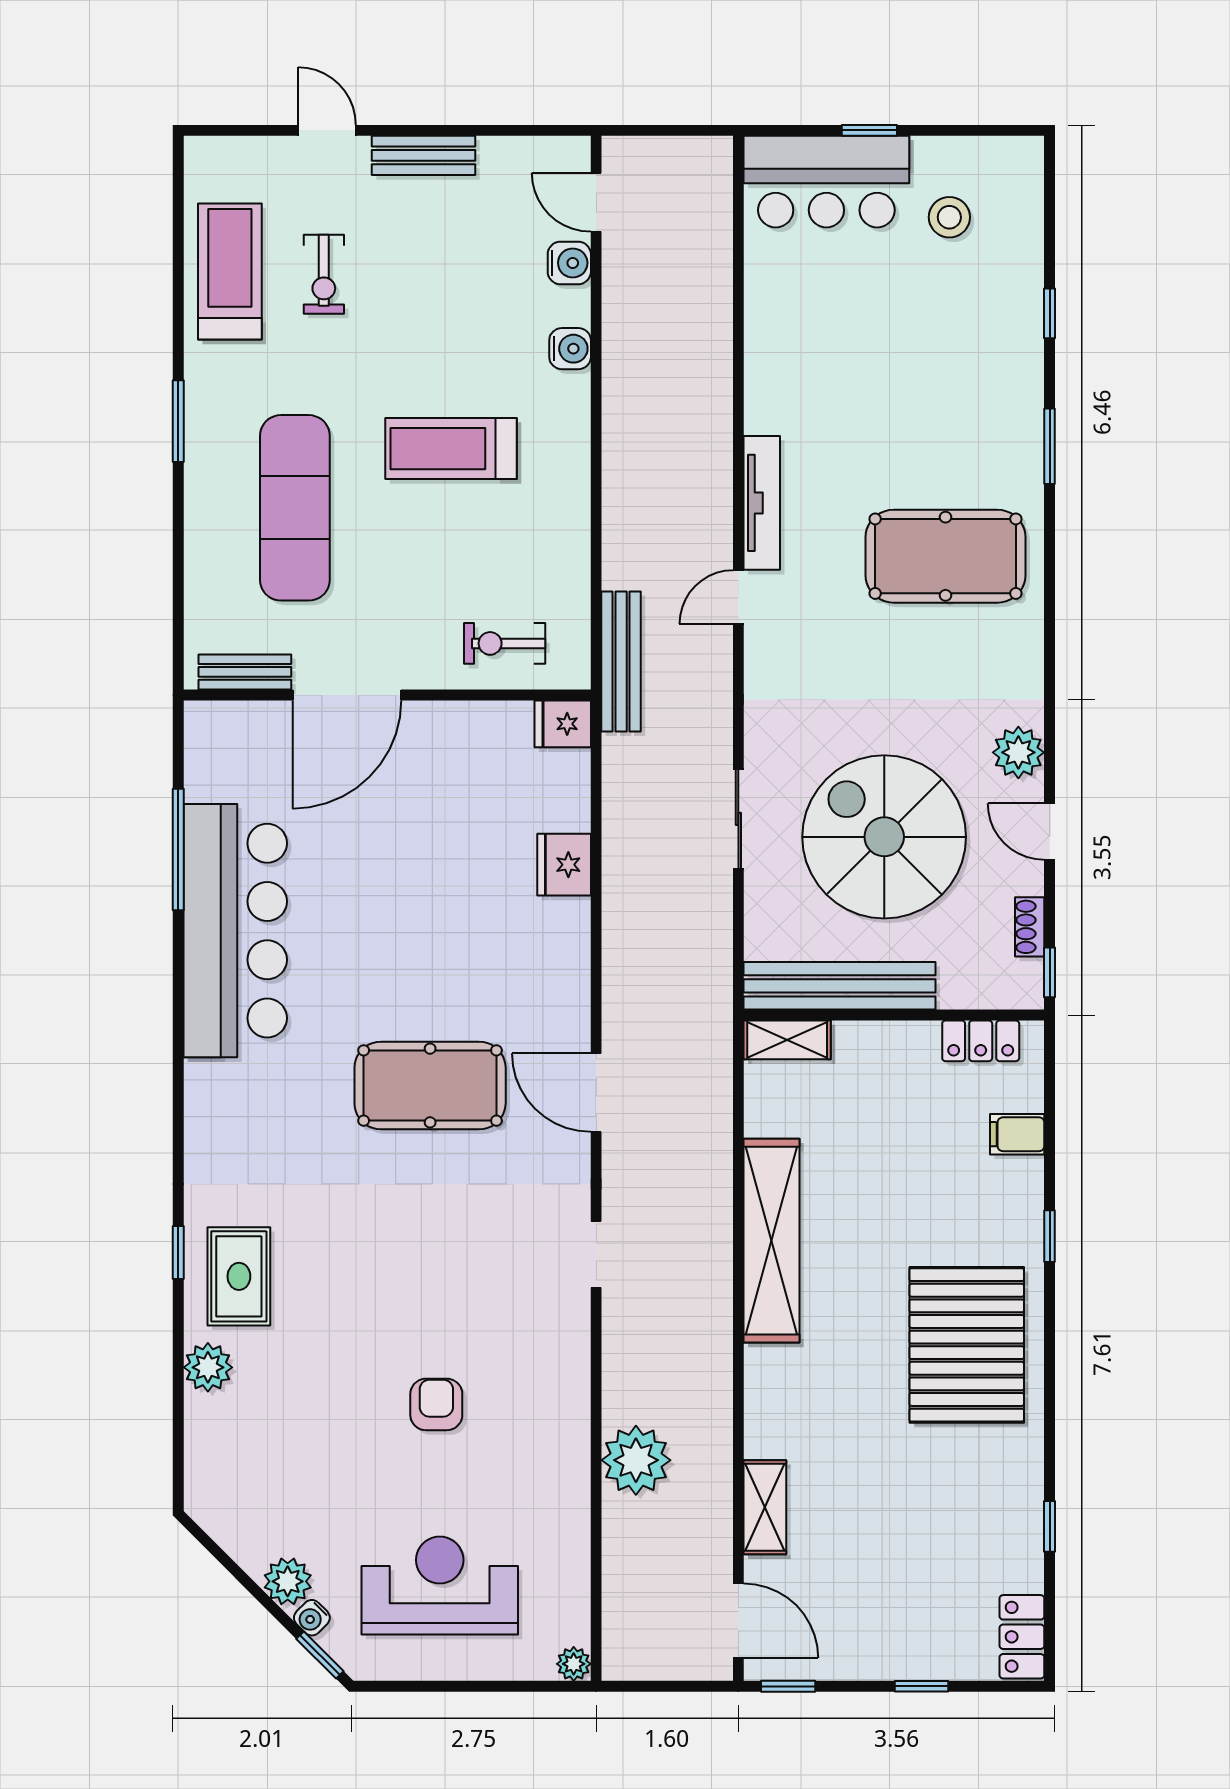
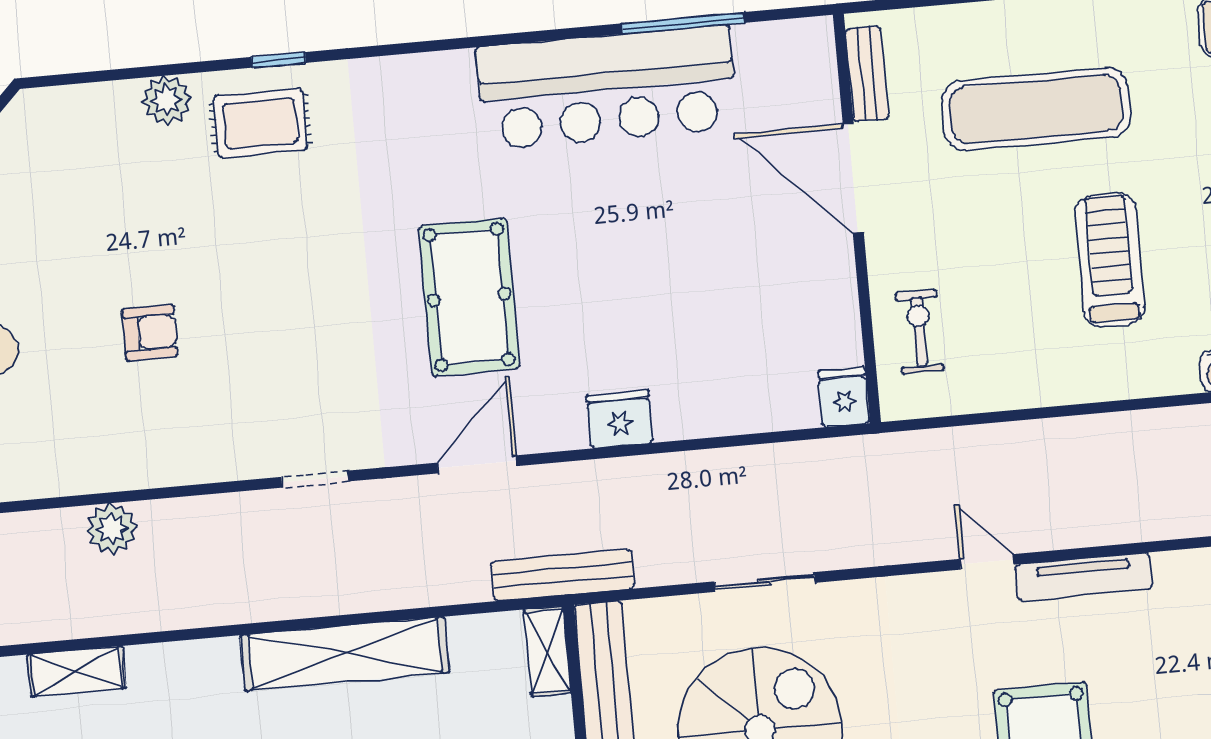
bench: (621, 661) -> (563, 575), moved
fridge: (564, 865) -> (620, 419), moved
plant: (636, 1460) -> (111, 529), width x0.73, depth x0.73

